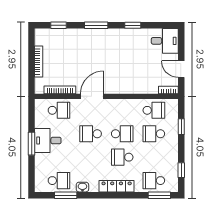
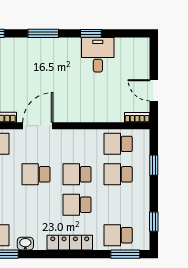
desk: (165, 41) -> (98, 55), moved, turned -90
school desk: (154, 110) -> (118, 144), turned 180
school desk: (122, 134) -> (77, 174), turned 180

